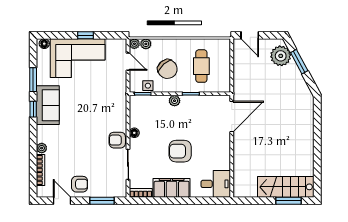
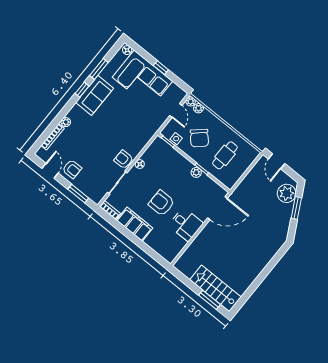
plant: (175, 101) -> (196, 172), moved
desk: (216, 184) -> (186, 224), moved

